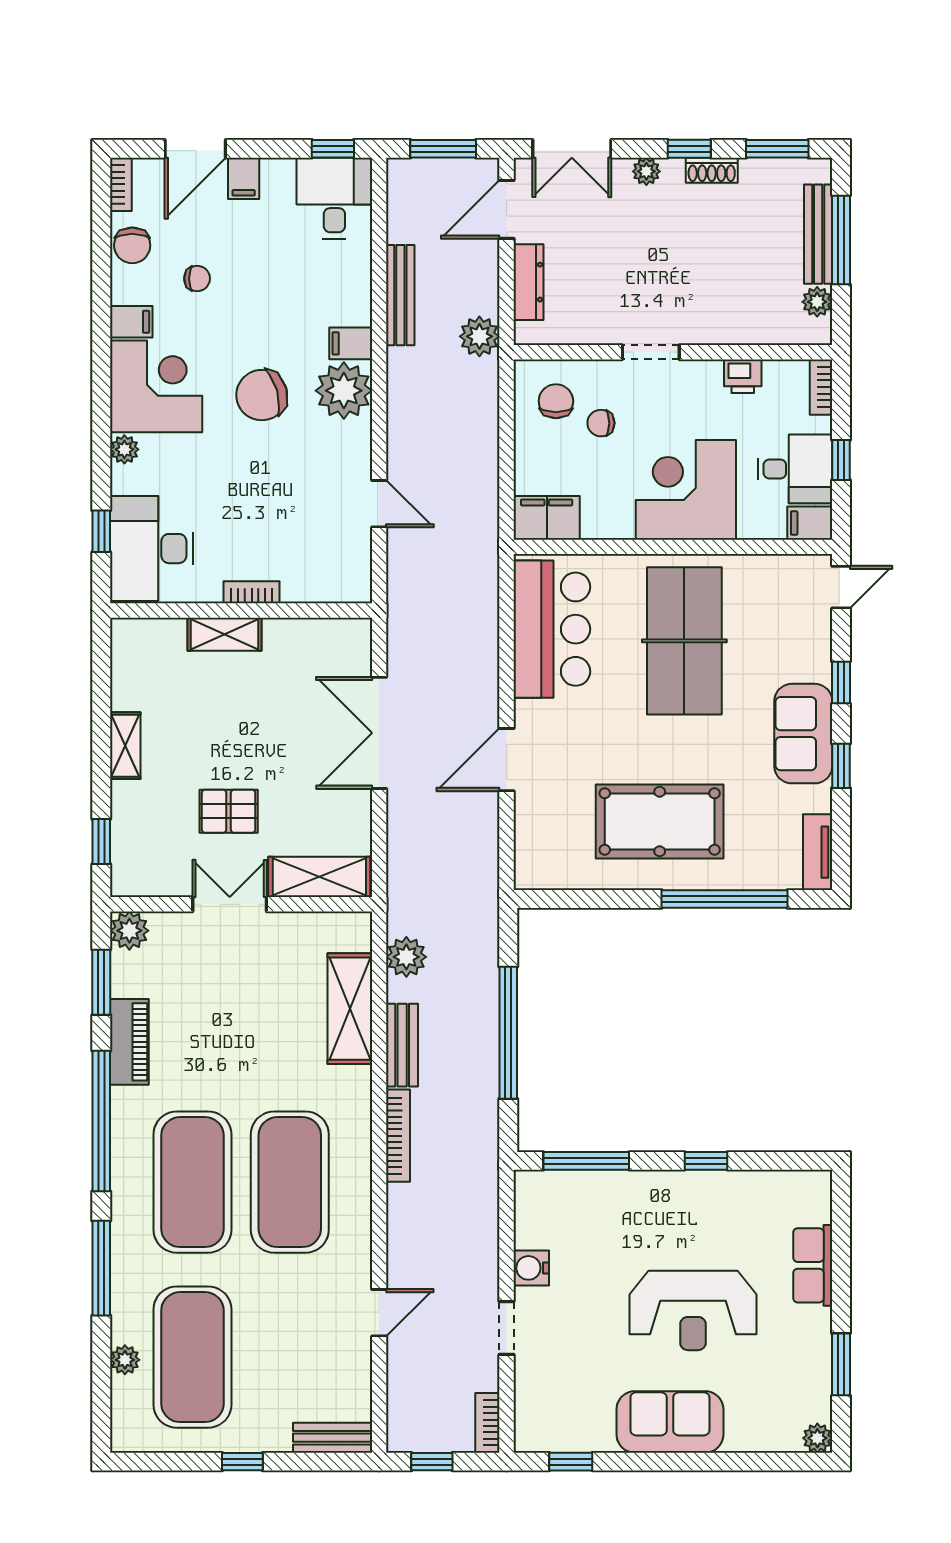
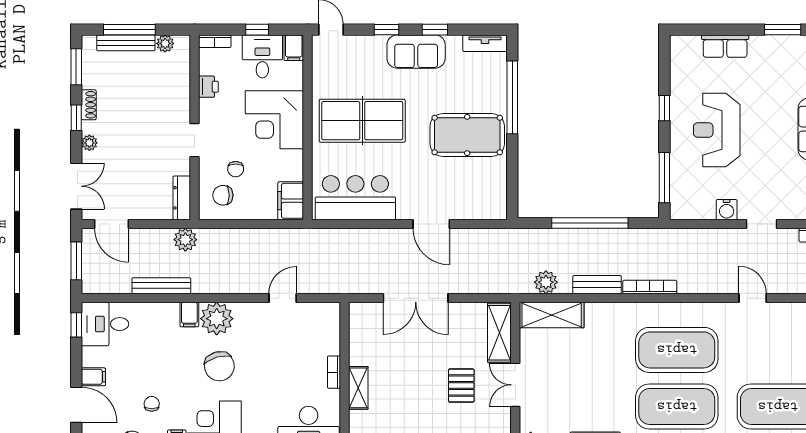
dresser: (528, 282) -> (182, 198), moved, turned -90
pool table: (660, 821) -> (467, 135), turned 90
shelving: (350, 1009) -> (552, 315), moved
reception desk: (693, 1310) -> (717, 130), moved, turned 180

